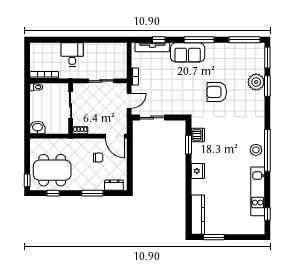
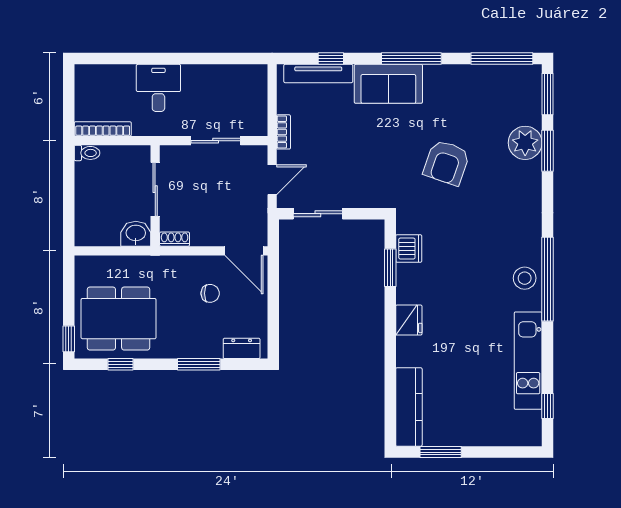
armchair: (217, 92) -> (447, 163), turned -71
washbasin: (37, 128) -> (136, 234), moved

